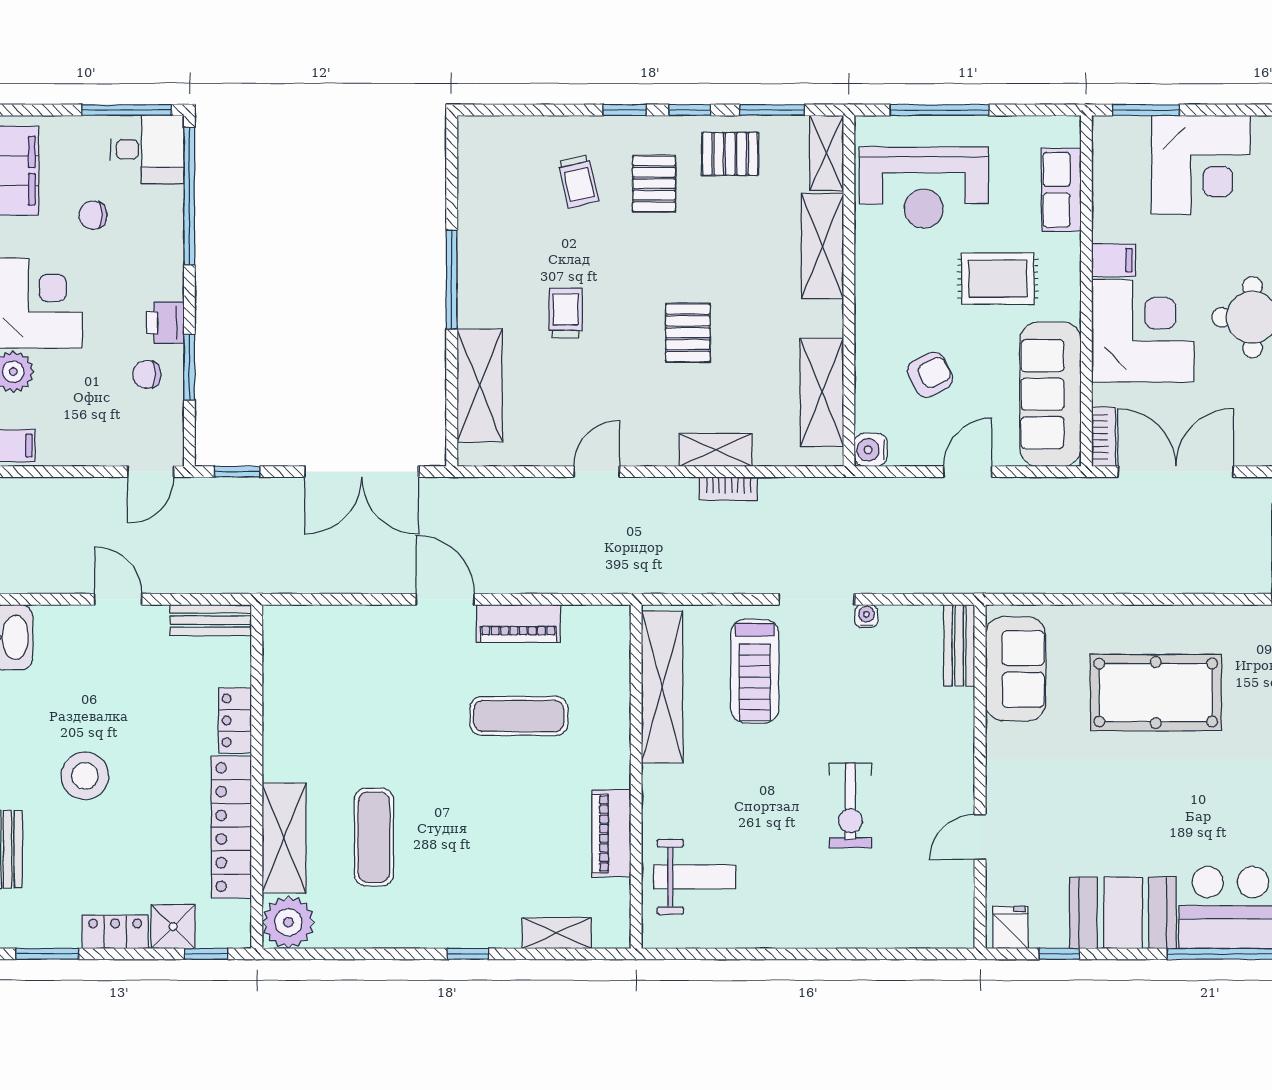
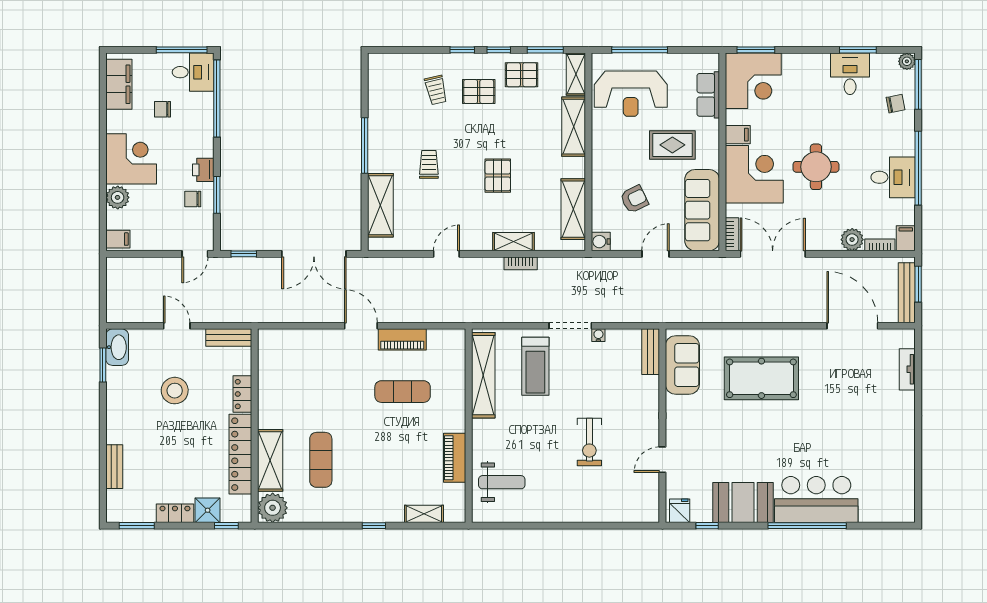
corner desk: (1201, 165) -> (753, 81), moved
pallet: (654, 184) -> (479, 92), turned 90
stool: (85, 776) -> (175, 391), moved

